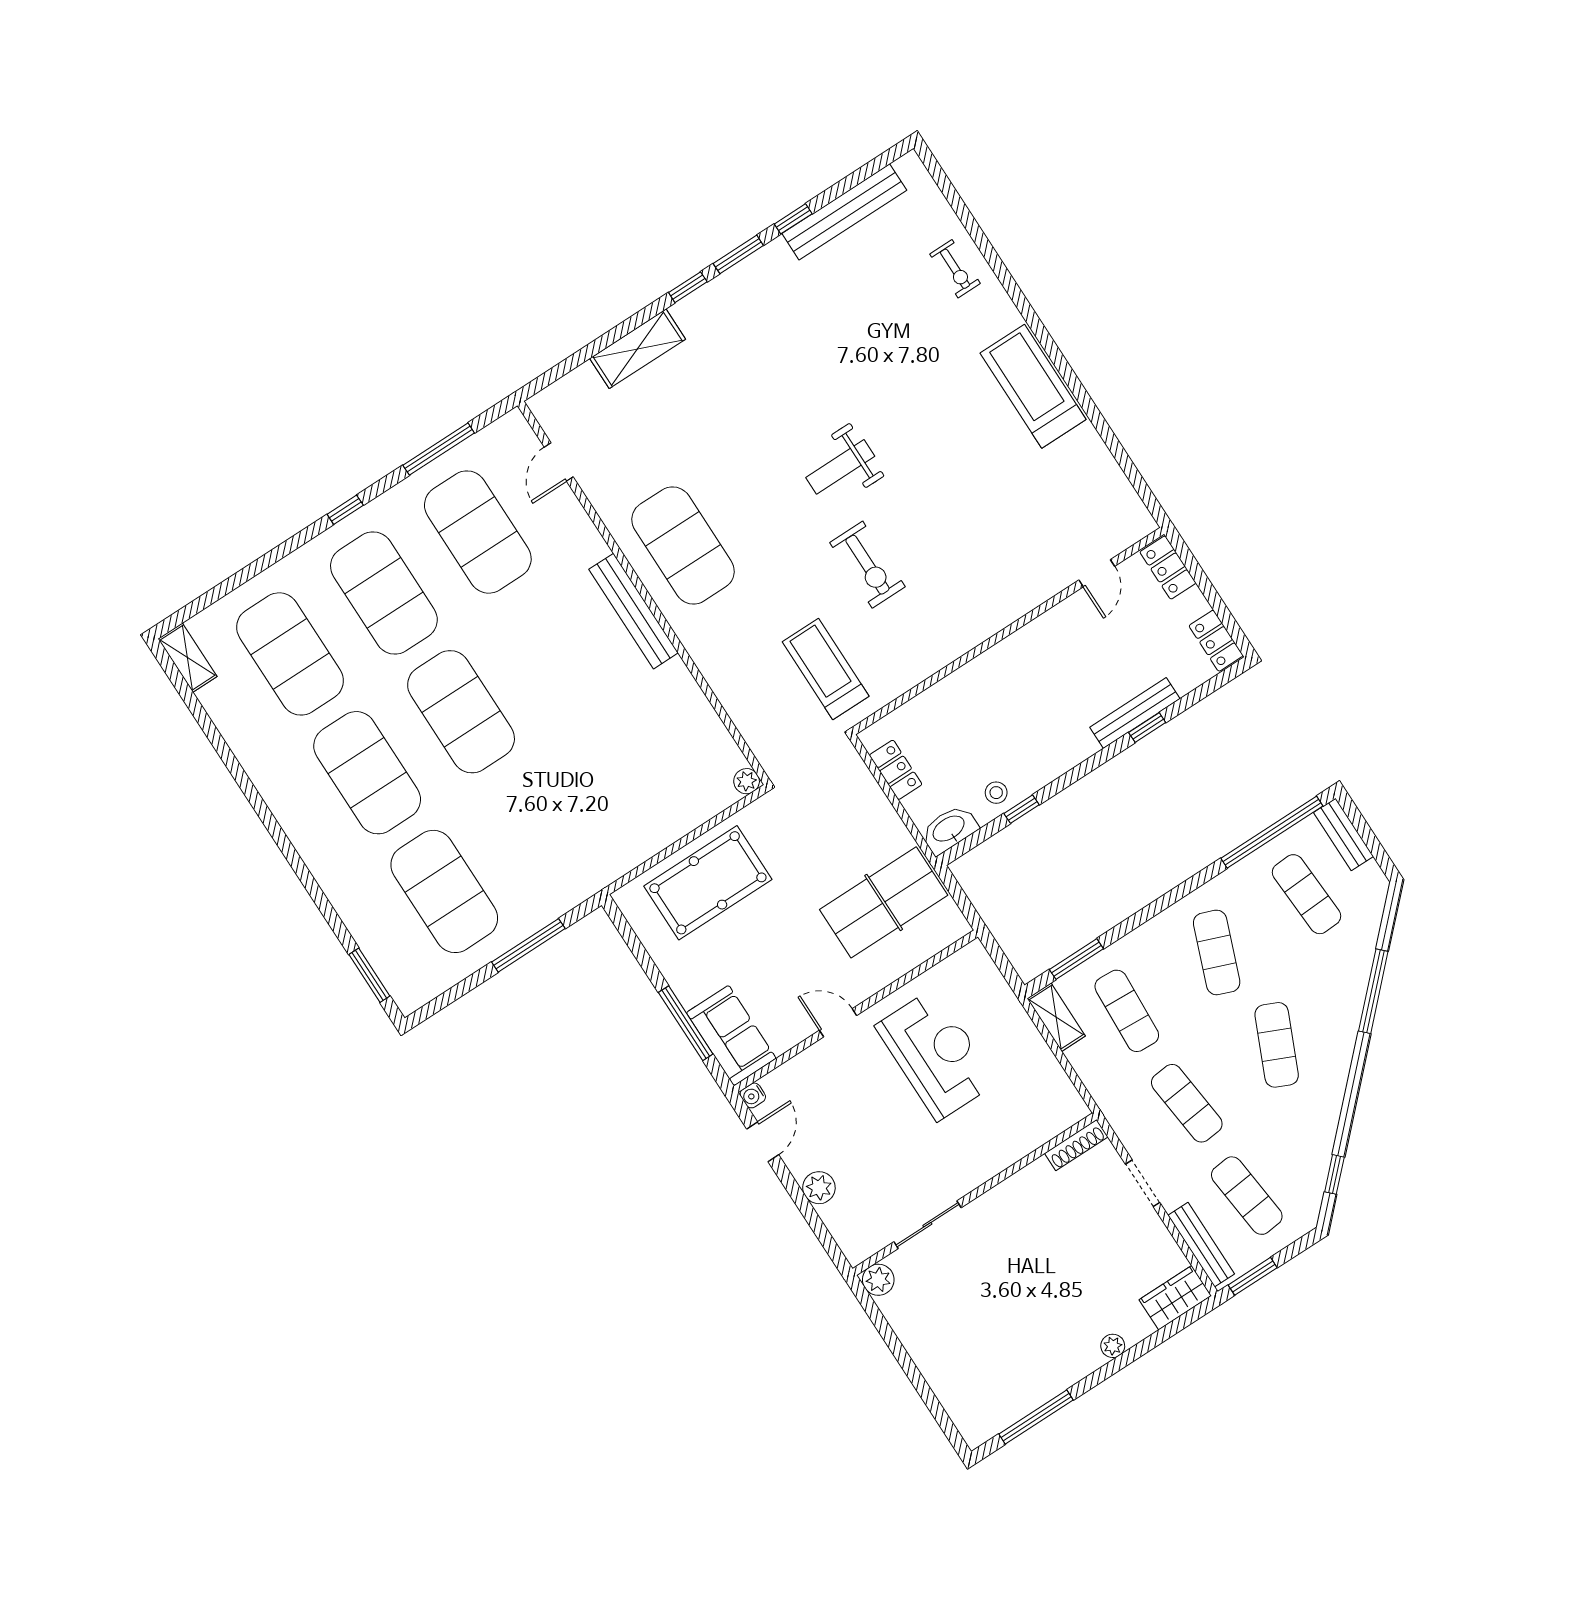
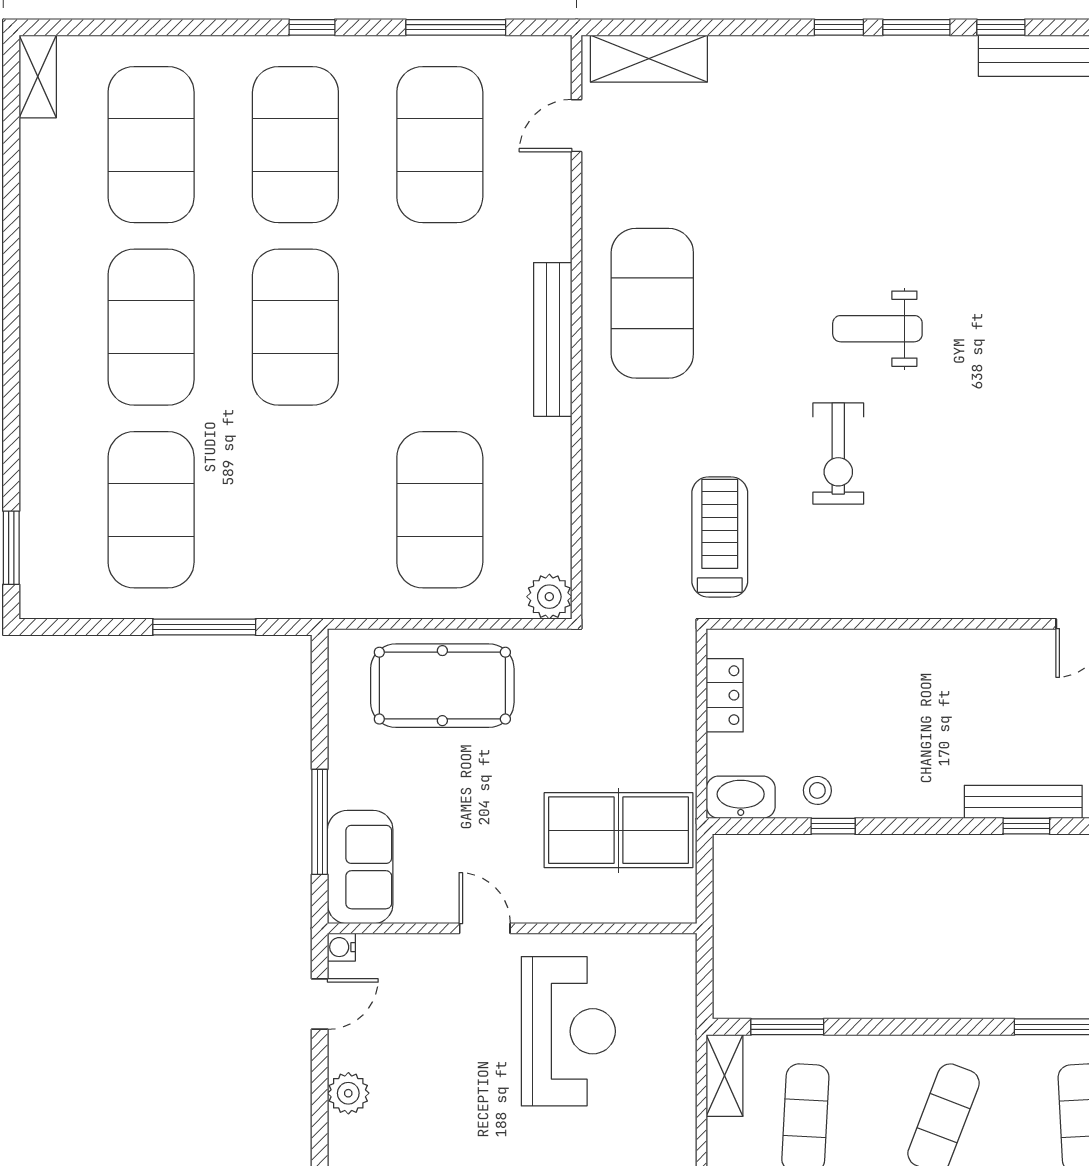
shelving: (638, 349) -> (649, 59), moved
exercise mat: (632, 770) -> (440, 510), added
plant: (747, 781) -> (549, 597), width x1.38, depth x1.38

